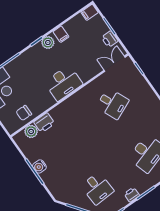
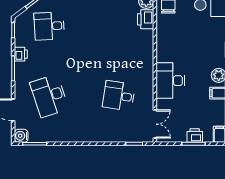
printer: (110, 39) -> (195, 136), moved
desk: (63, 83) -> (170, 81), moved
desk: (112, 104) -> (119, 96), turned 33

